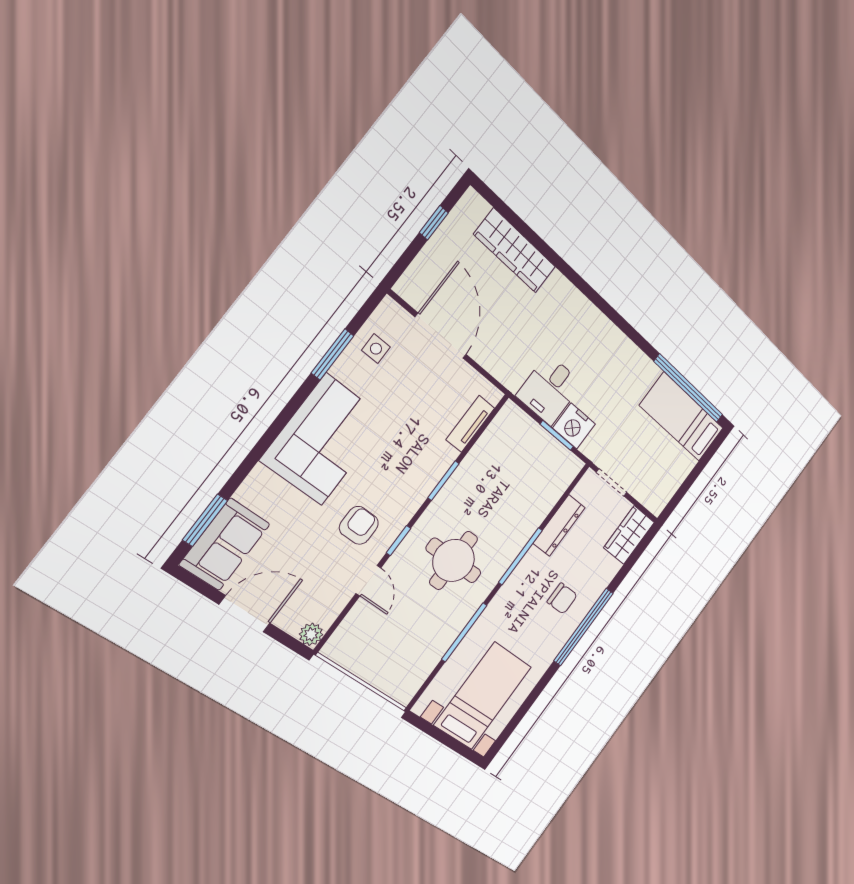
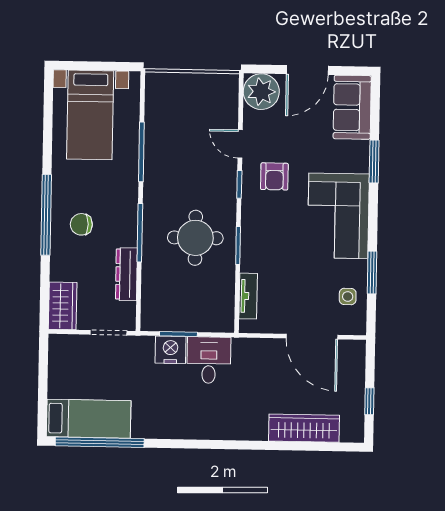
window: (205, 520) -> (374, 162), moved
round table: (454, 560) -> (195, 238), moved
plant: (311, 634) -> (261, 92), width x1.88, depth x1.88

